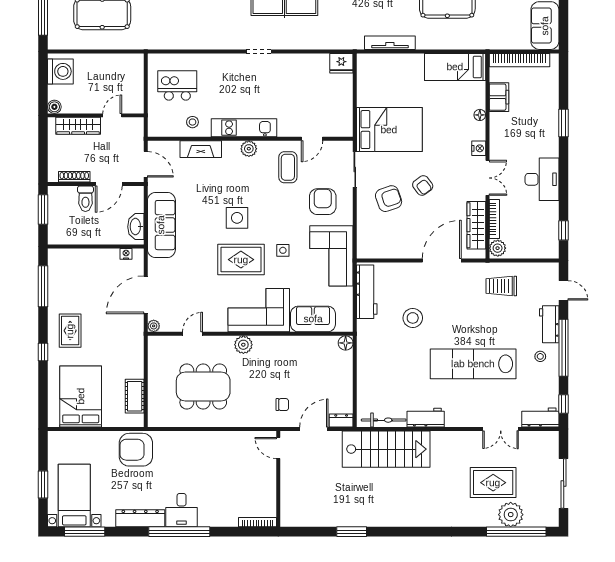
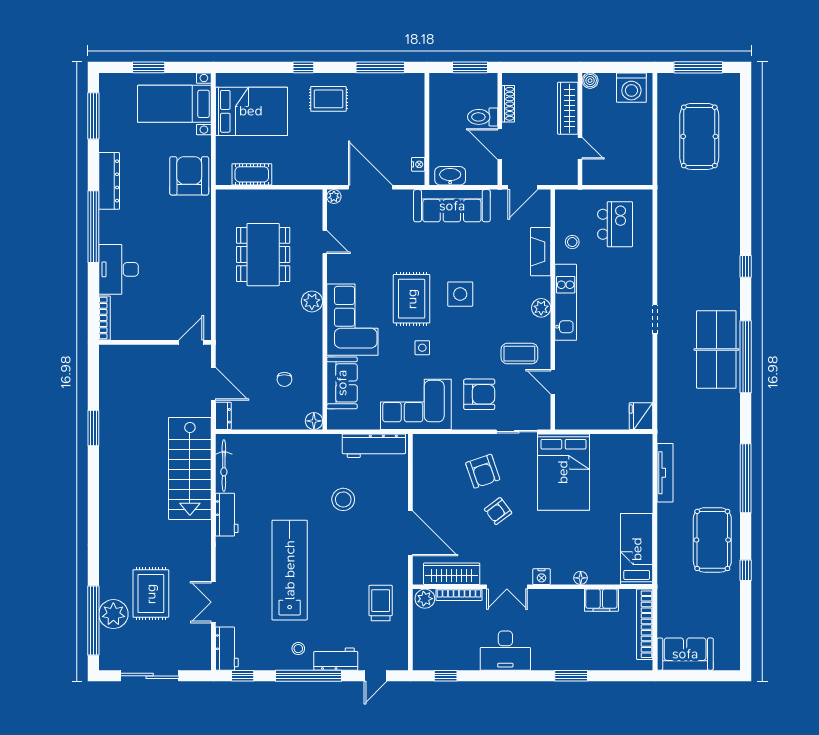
chair: (282, 405) -> (284, 379), moved
bed with nightstands: (74, 496) -> (174, 104), moved, turned 180
desk: (182, 510) -> (119, 269), moved, width x1.37

